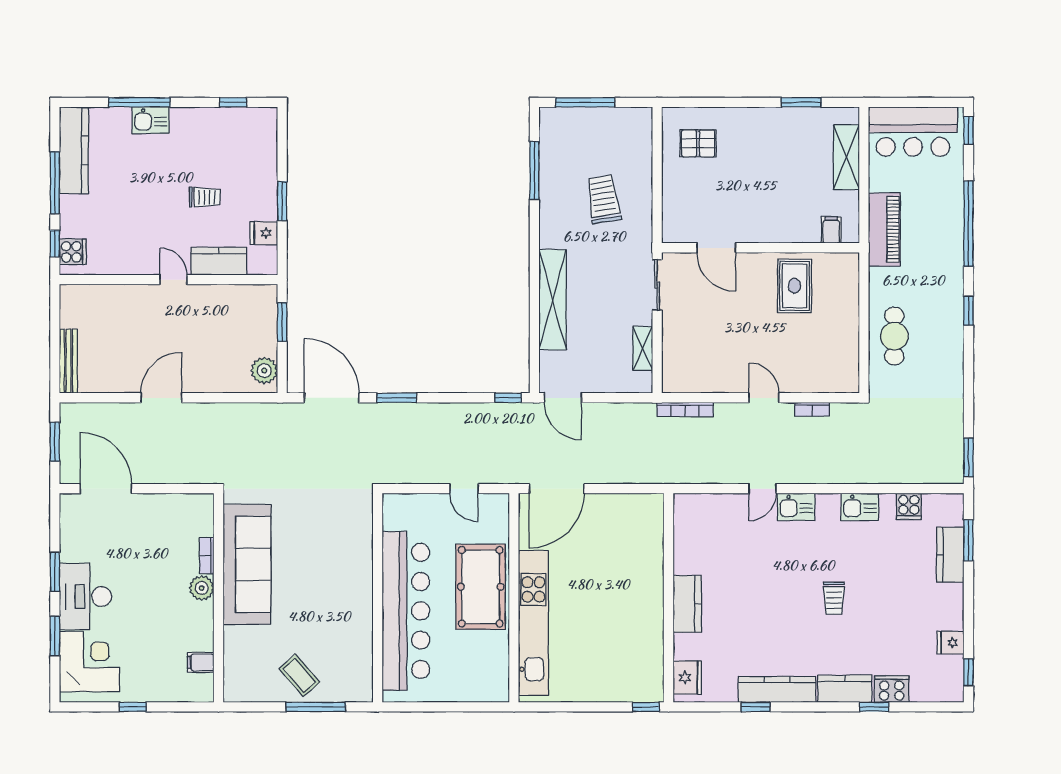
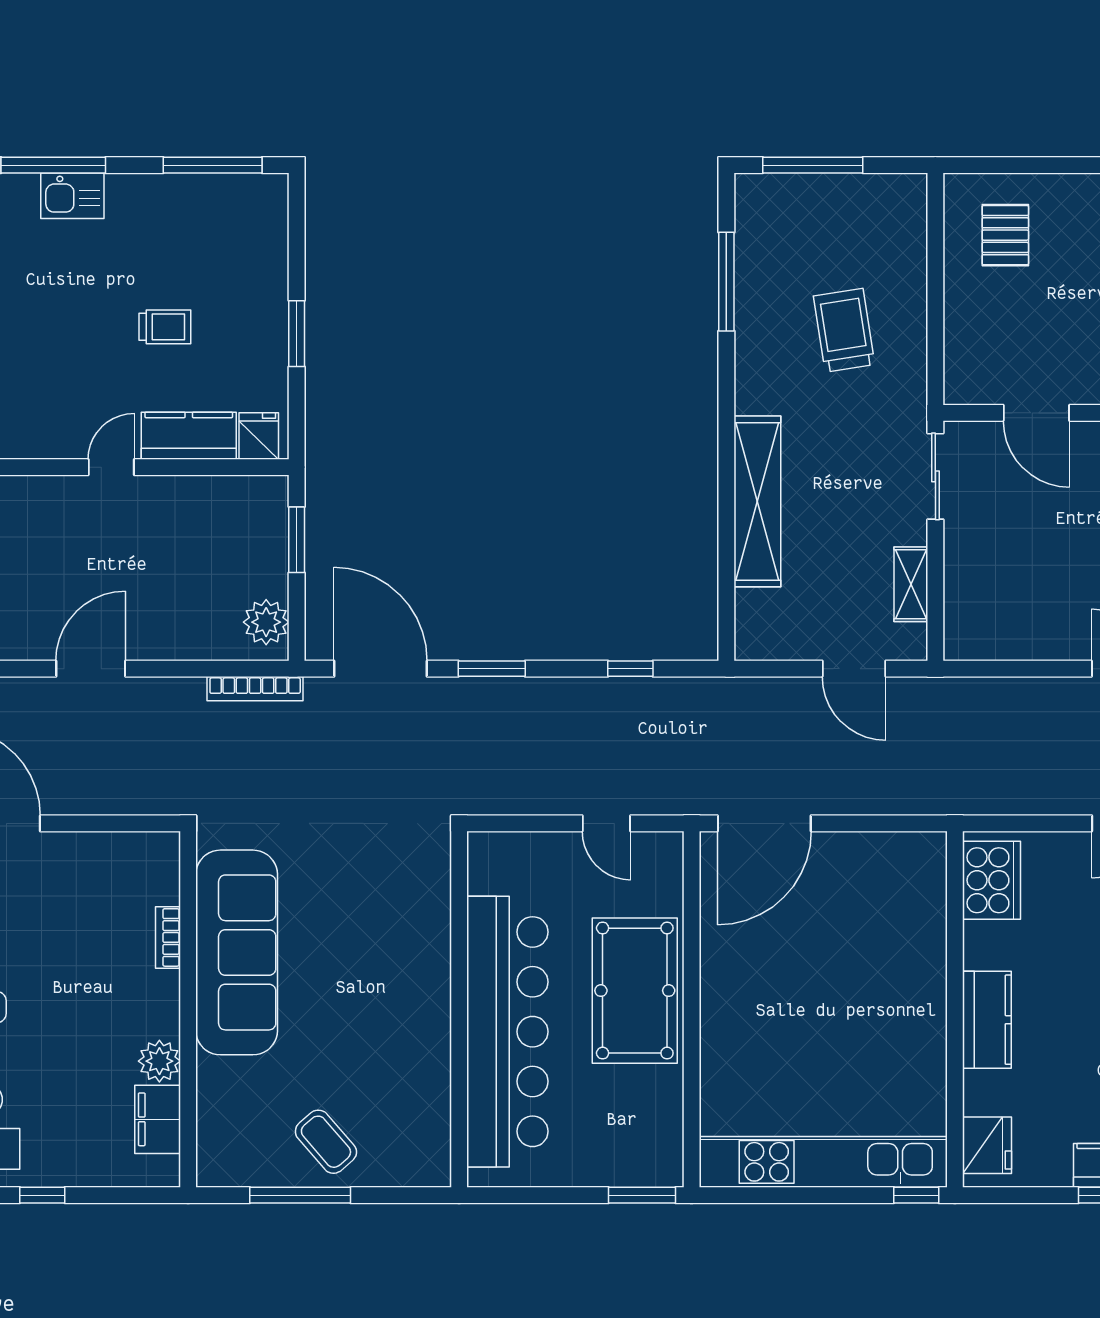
window: (233, 102) -> (213, 165), width x2.17
pallet: (698, 143) -> (1005, 235), turned 90
fridge: (264, 233) -> (259, 436), moved, turned 90
door: (173, 280) -> (111, 467), hinge flipped
window: (508, 398) -> (630, 669), moved
door: (563, 398) -> (854, 669), moved
bookcase: (685, 410) -> (255, 689), moved
cooker: (690, 522) -> (991, 880), added
plant: (202, 588) -> (159, 1061), moved
kitchen unit: (533, 623) -> (824, 1162), moved, turned -90
filing cabinet: (201, 662) -> (158, 1119), width x2.00
window: (316, 707) -> (300, 1195), moved
window: (485, 707) -> (642, 1195), added

